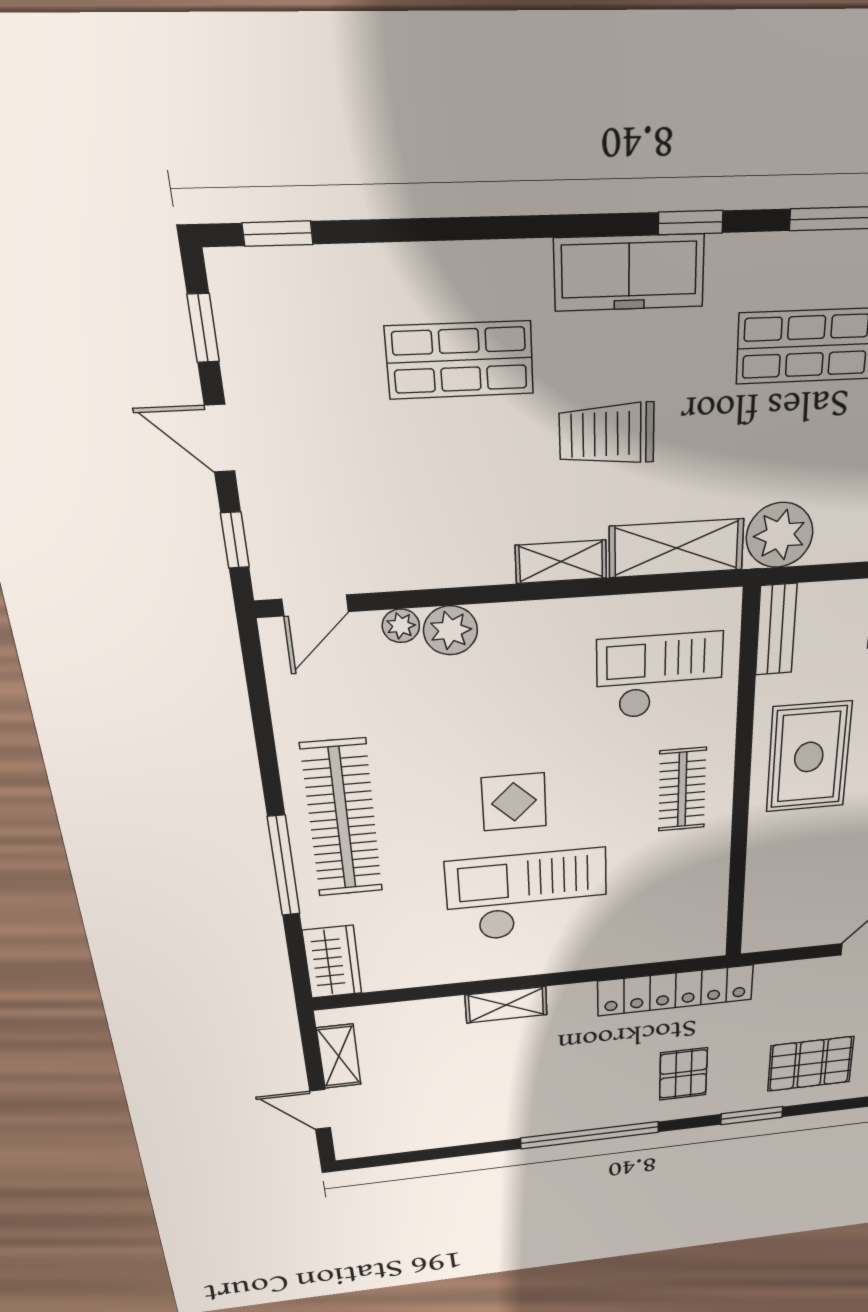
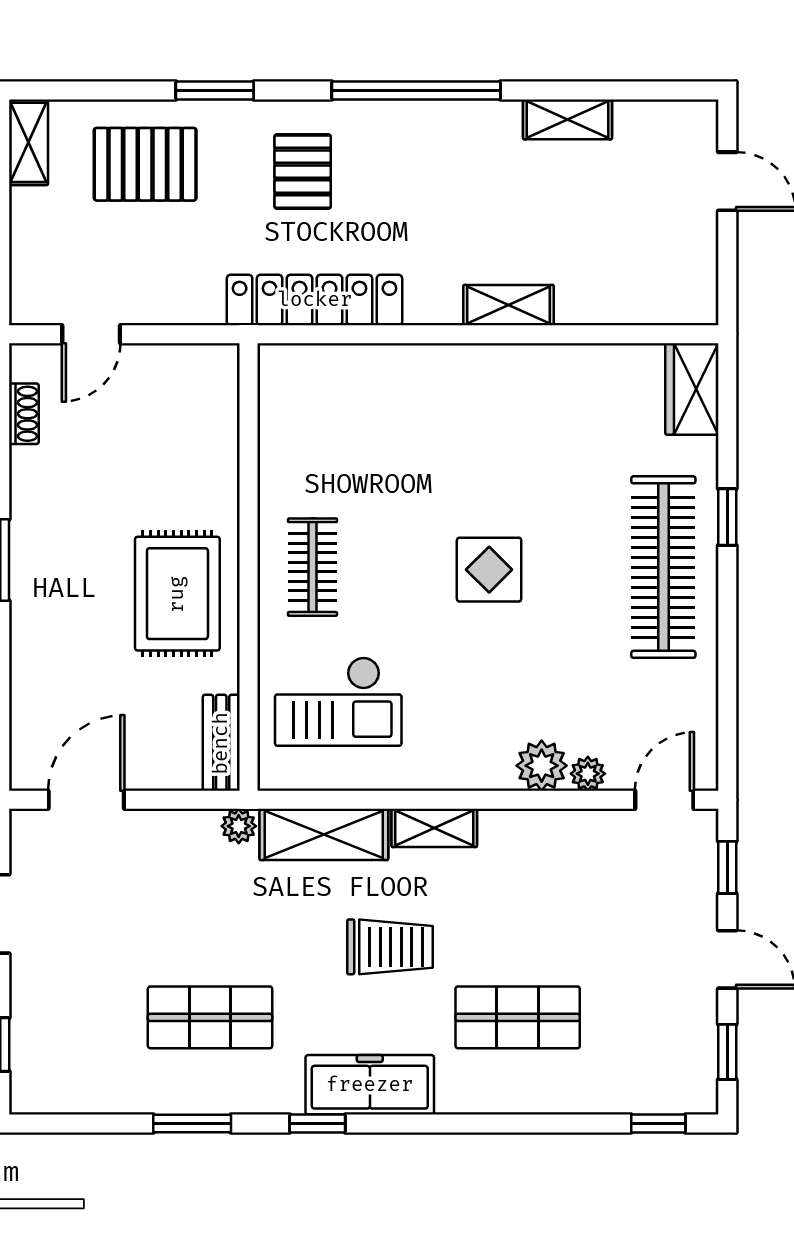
plant: (780, 535) -> (239, 826), width x0.53, depth x0.53
window: (284, 866) -> (727, 517), width x0.46
checkout: (527, 896) -> (480, 451), removed
shelving: (339, 1056) -> (568, 119), moved, turned 90

